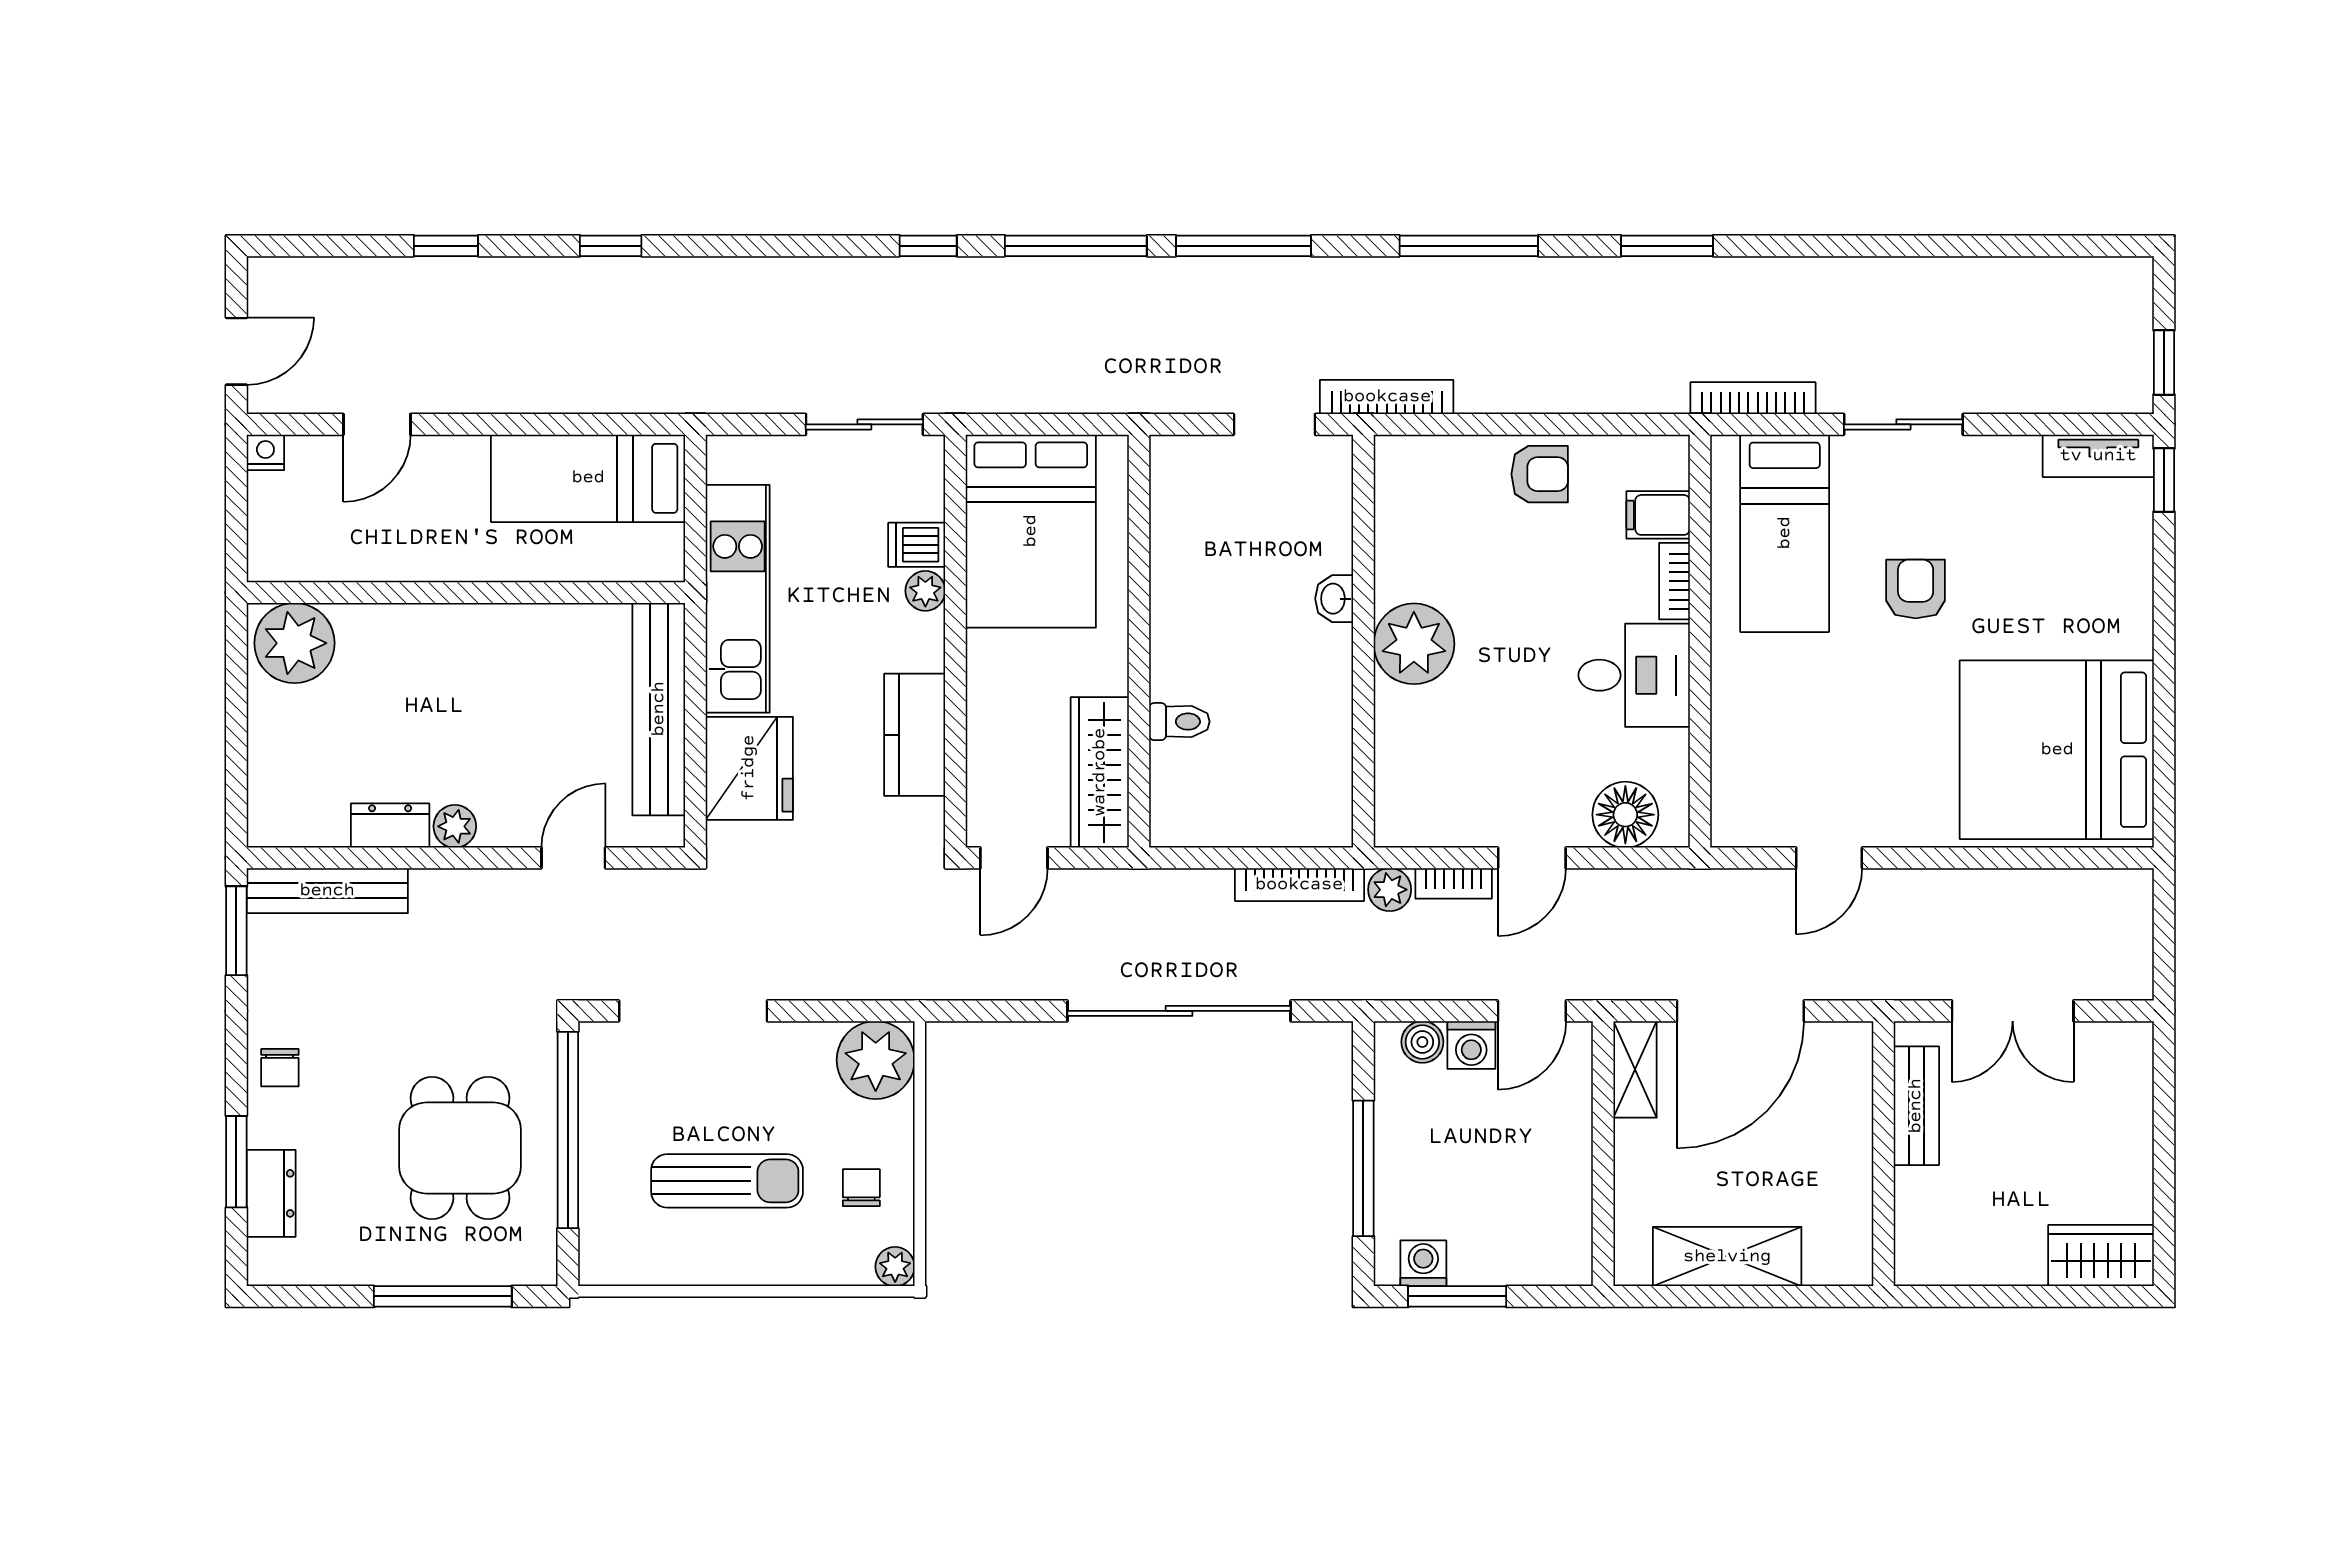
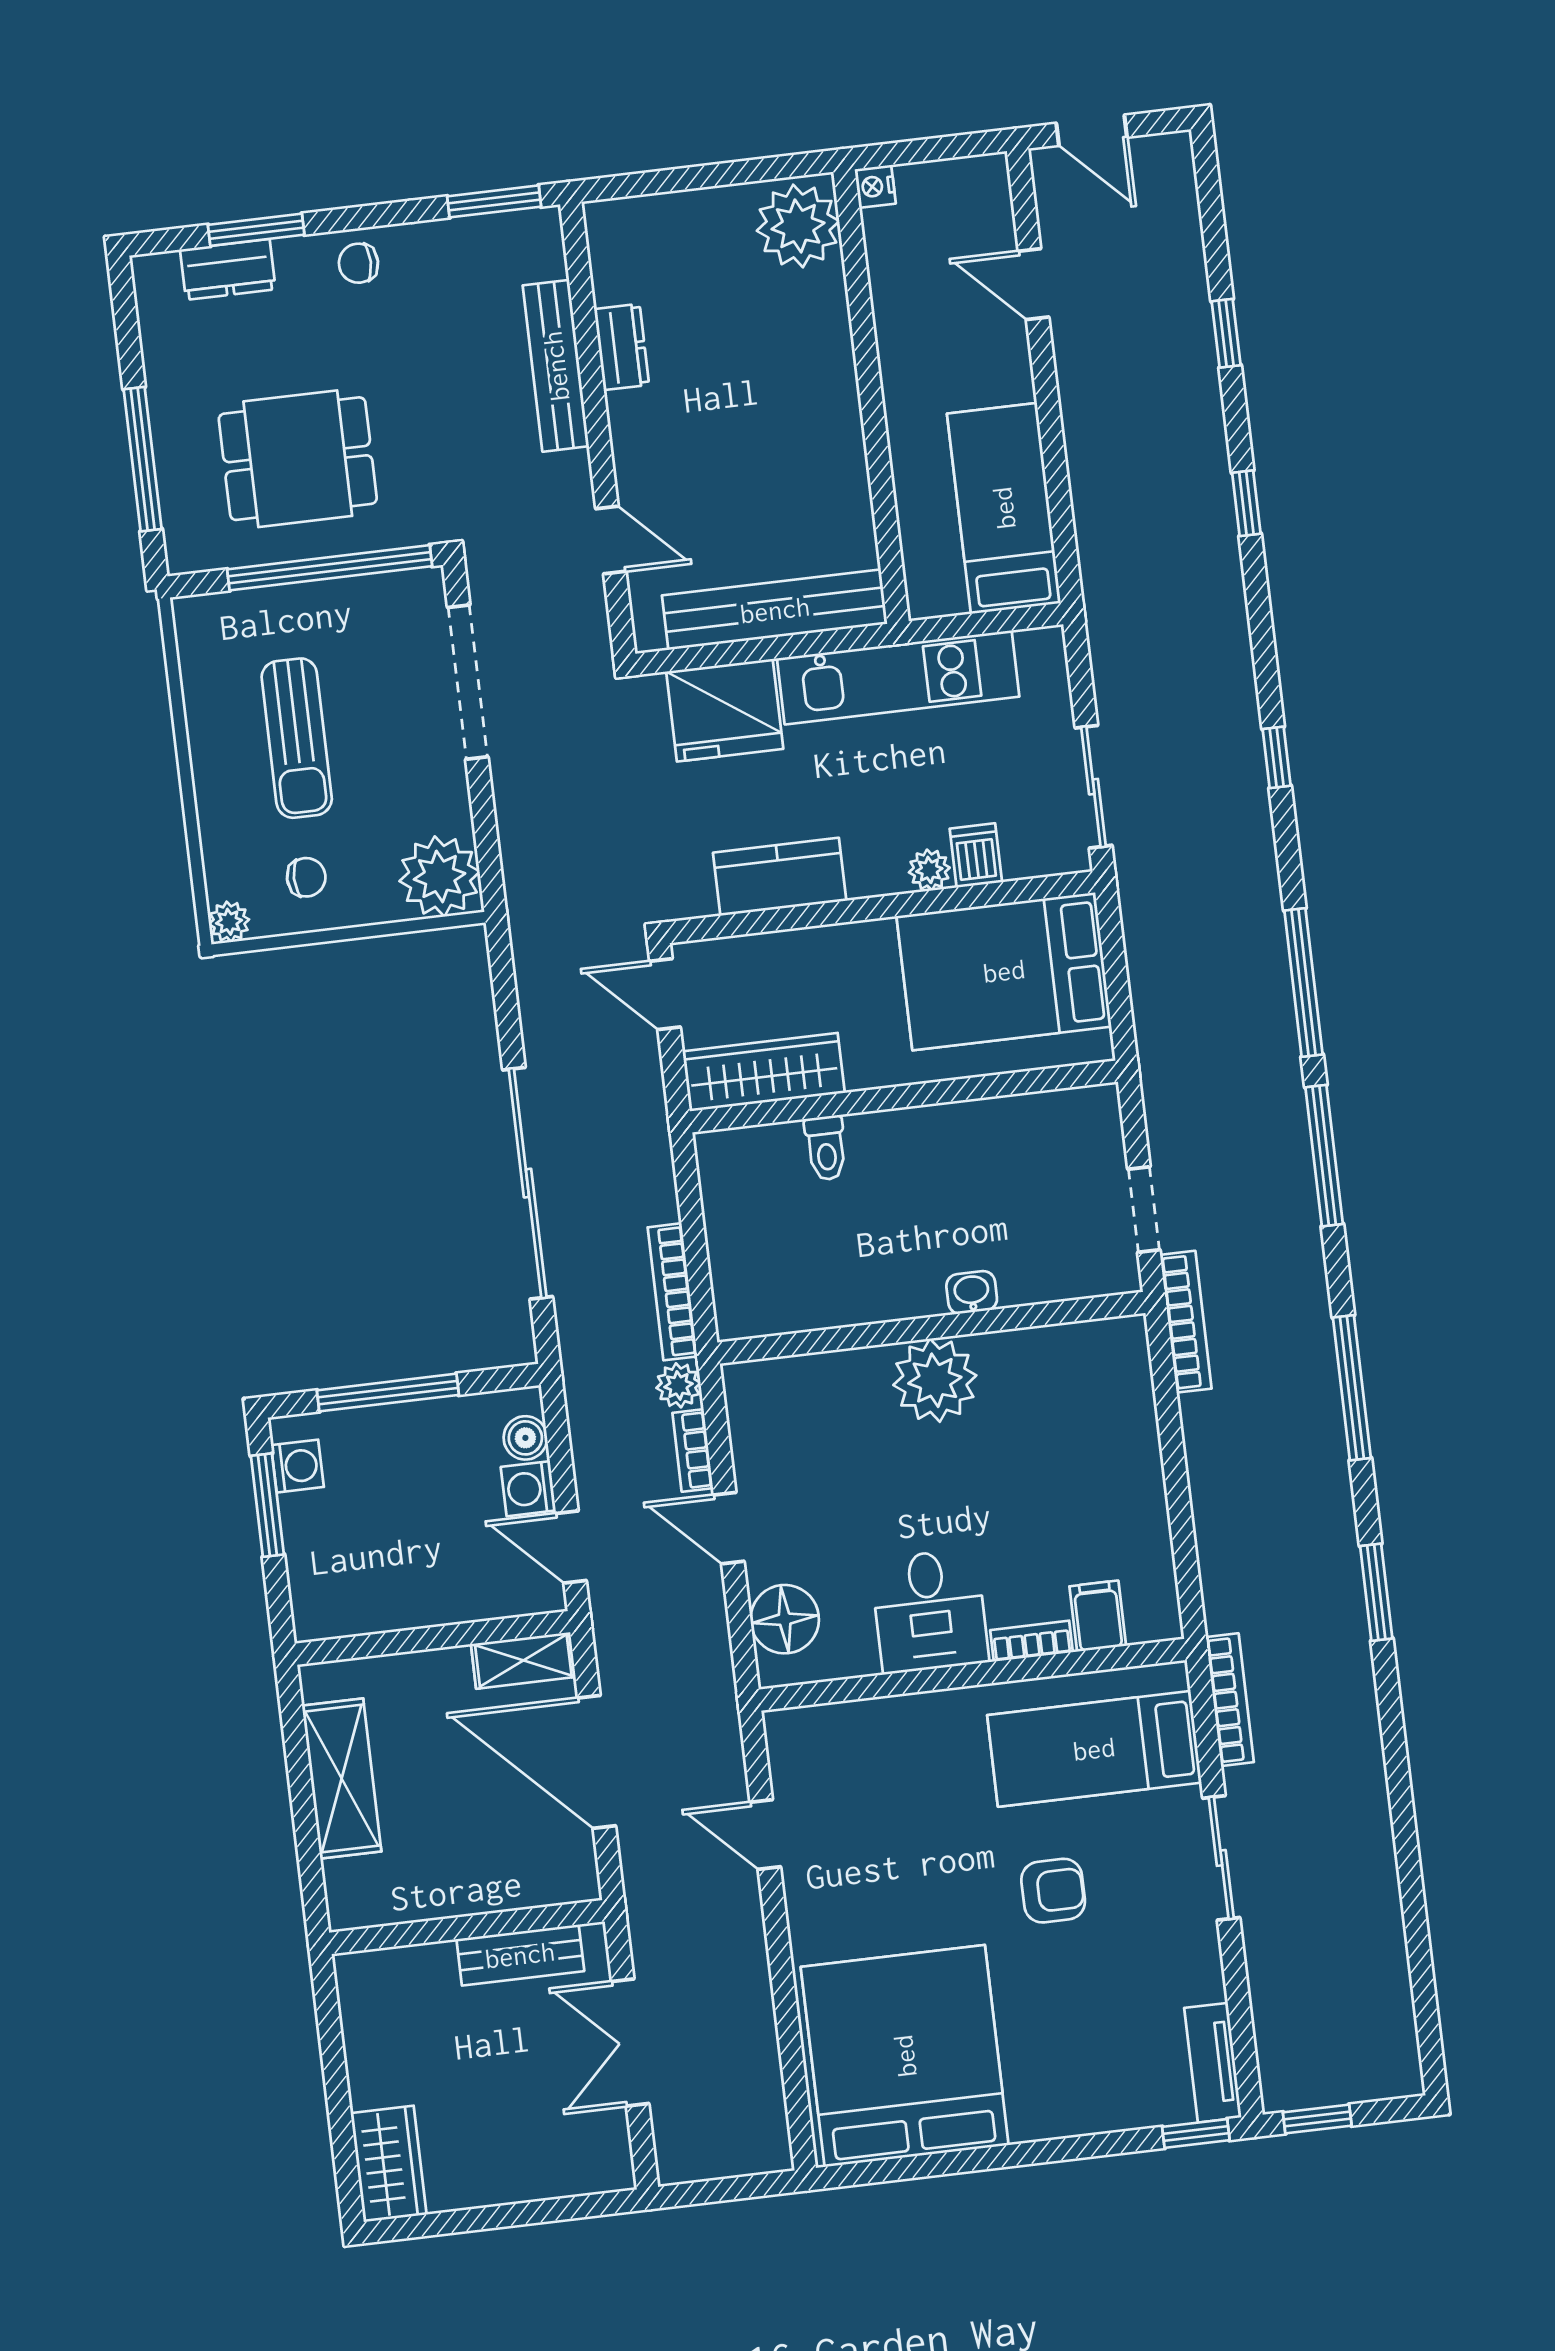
window: (928, 246) -> (1277, 757), moved
nightstand: (265, 452) -> (875, 186), moved, turned 180
armchair: (1540, 474) -> (1125, 1489), removed
plant: (455, 826) -> (629, 414), removed
bench: (327, 891) -> (556, 366), moved

